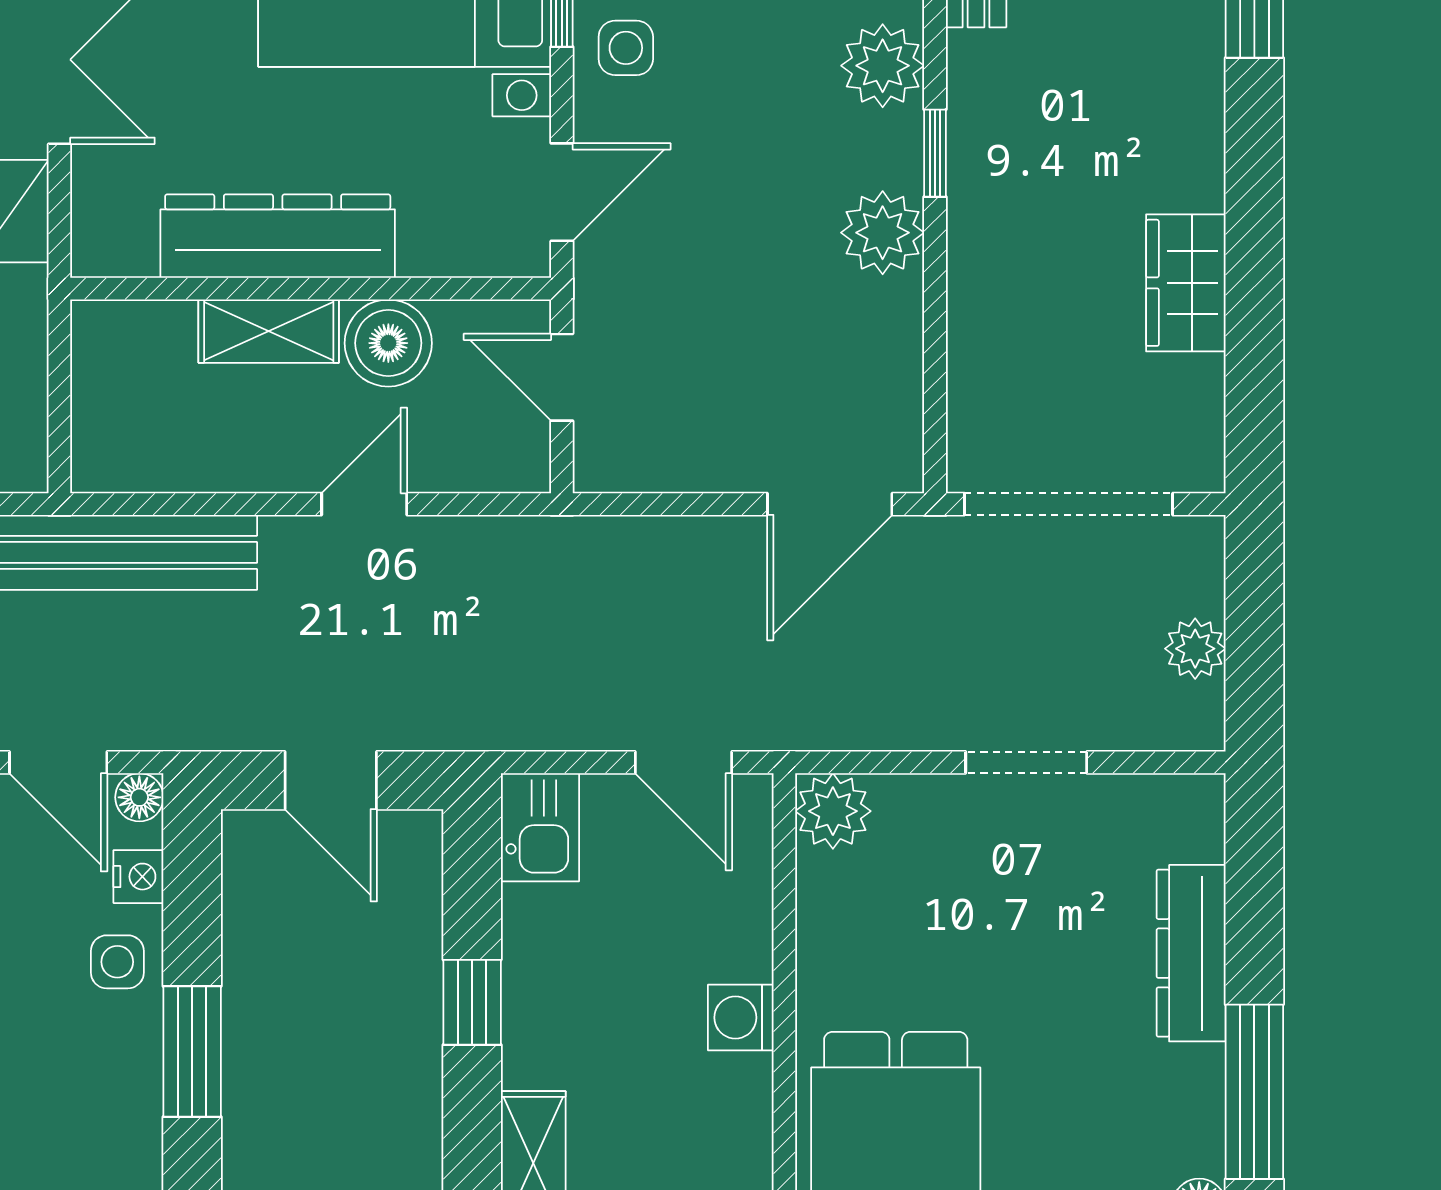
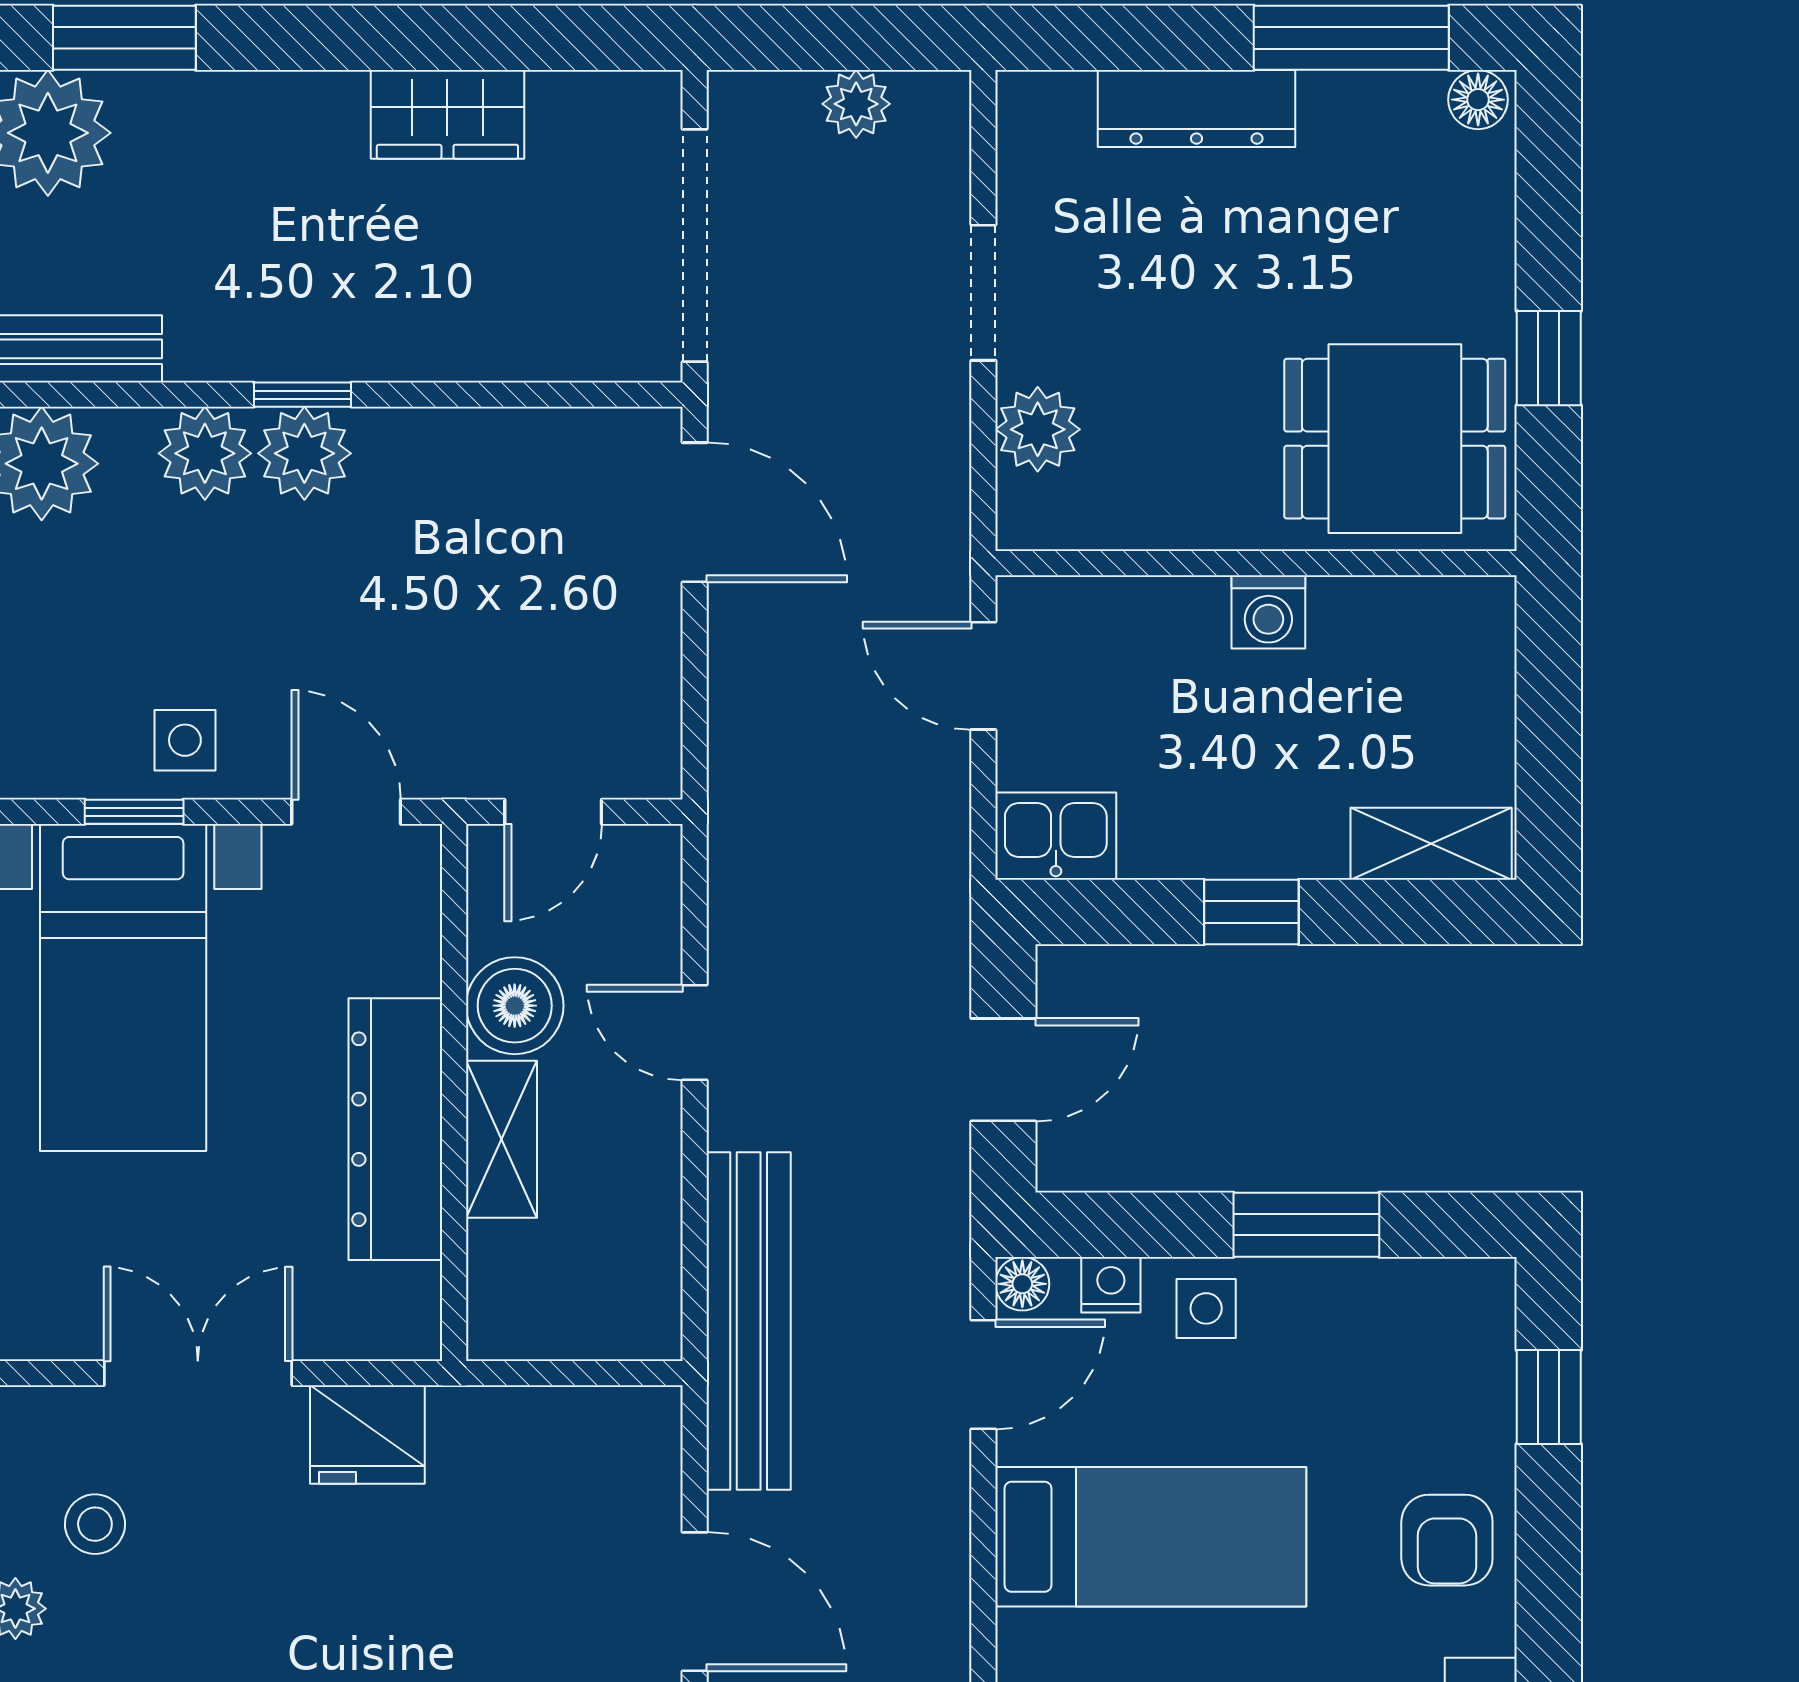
plant: (883, 233) -> (304, 453), moved
door: (684, 762) -> (983, 676), swing flipped
plant: (833, 811) -> (1038, 429), moved

